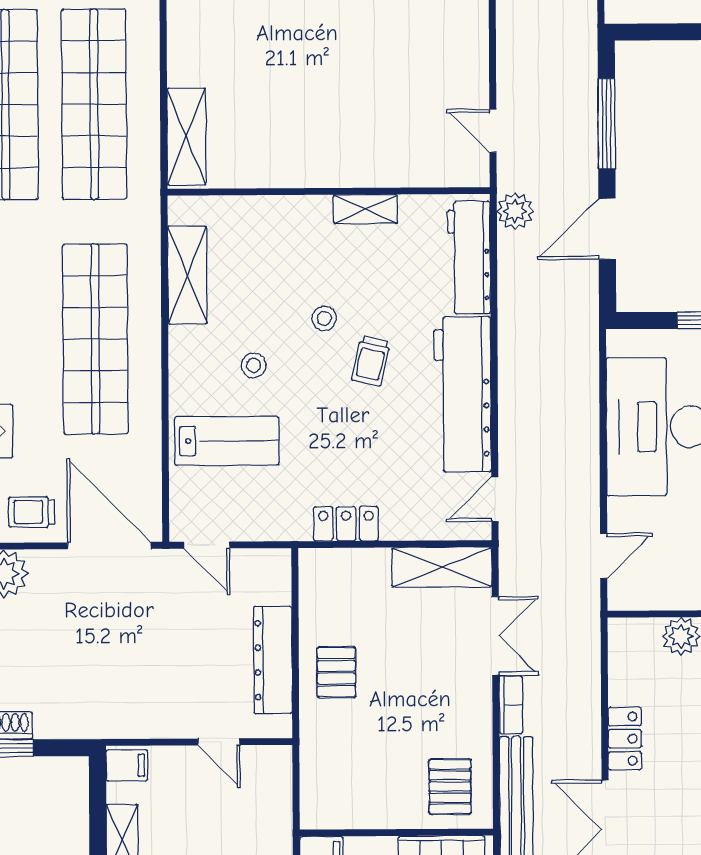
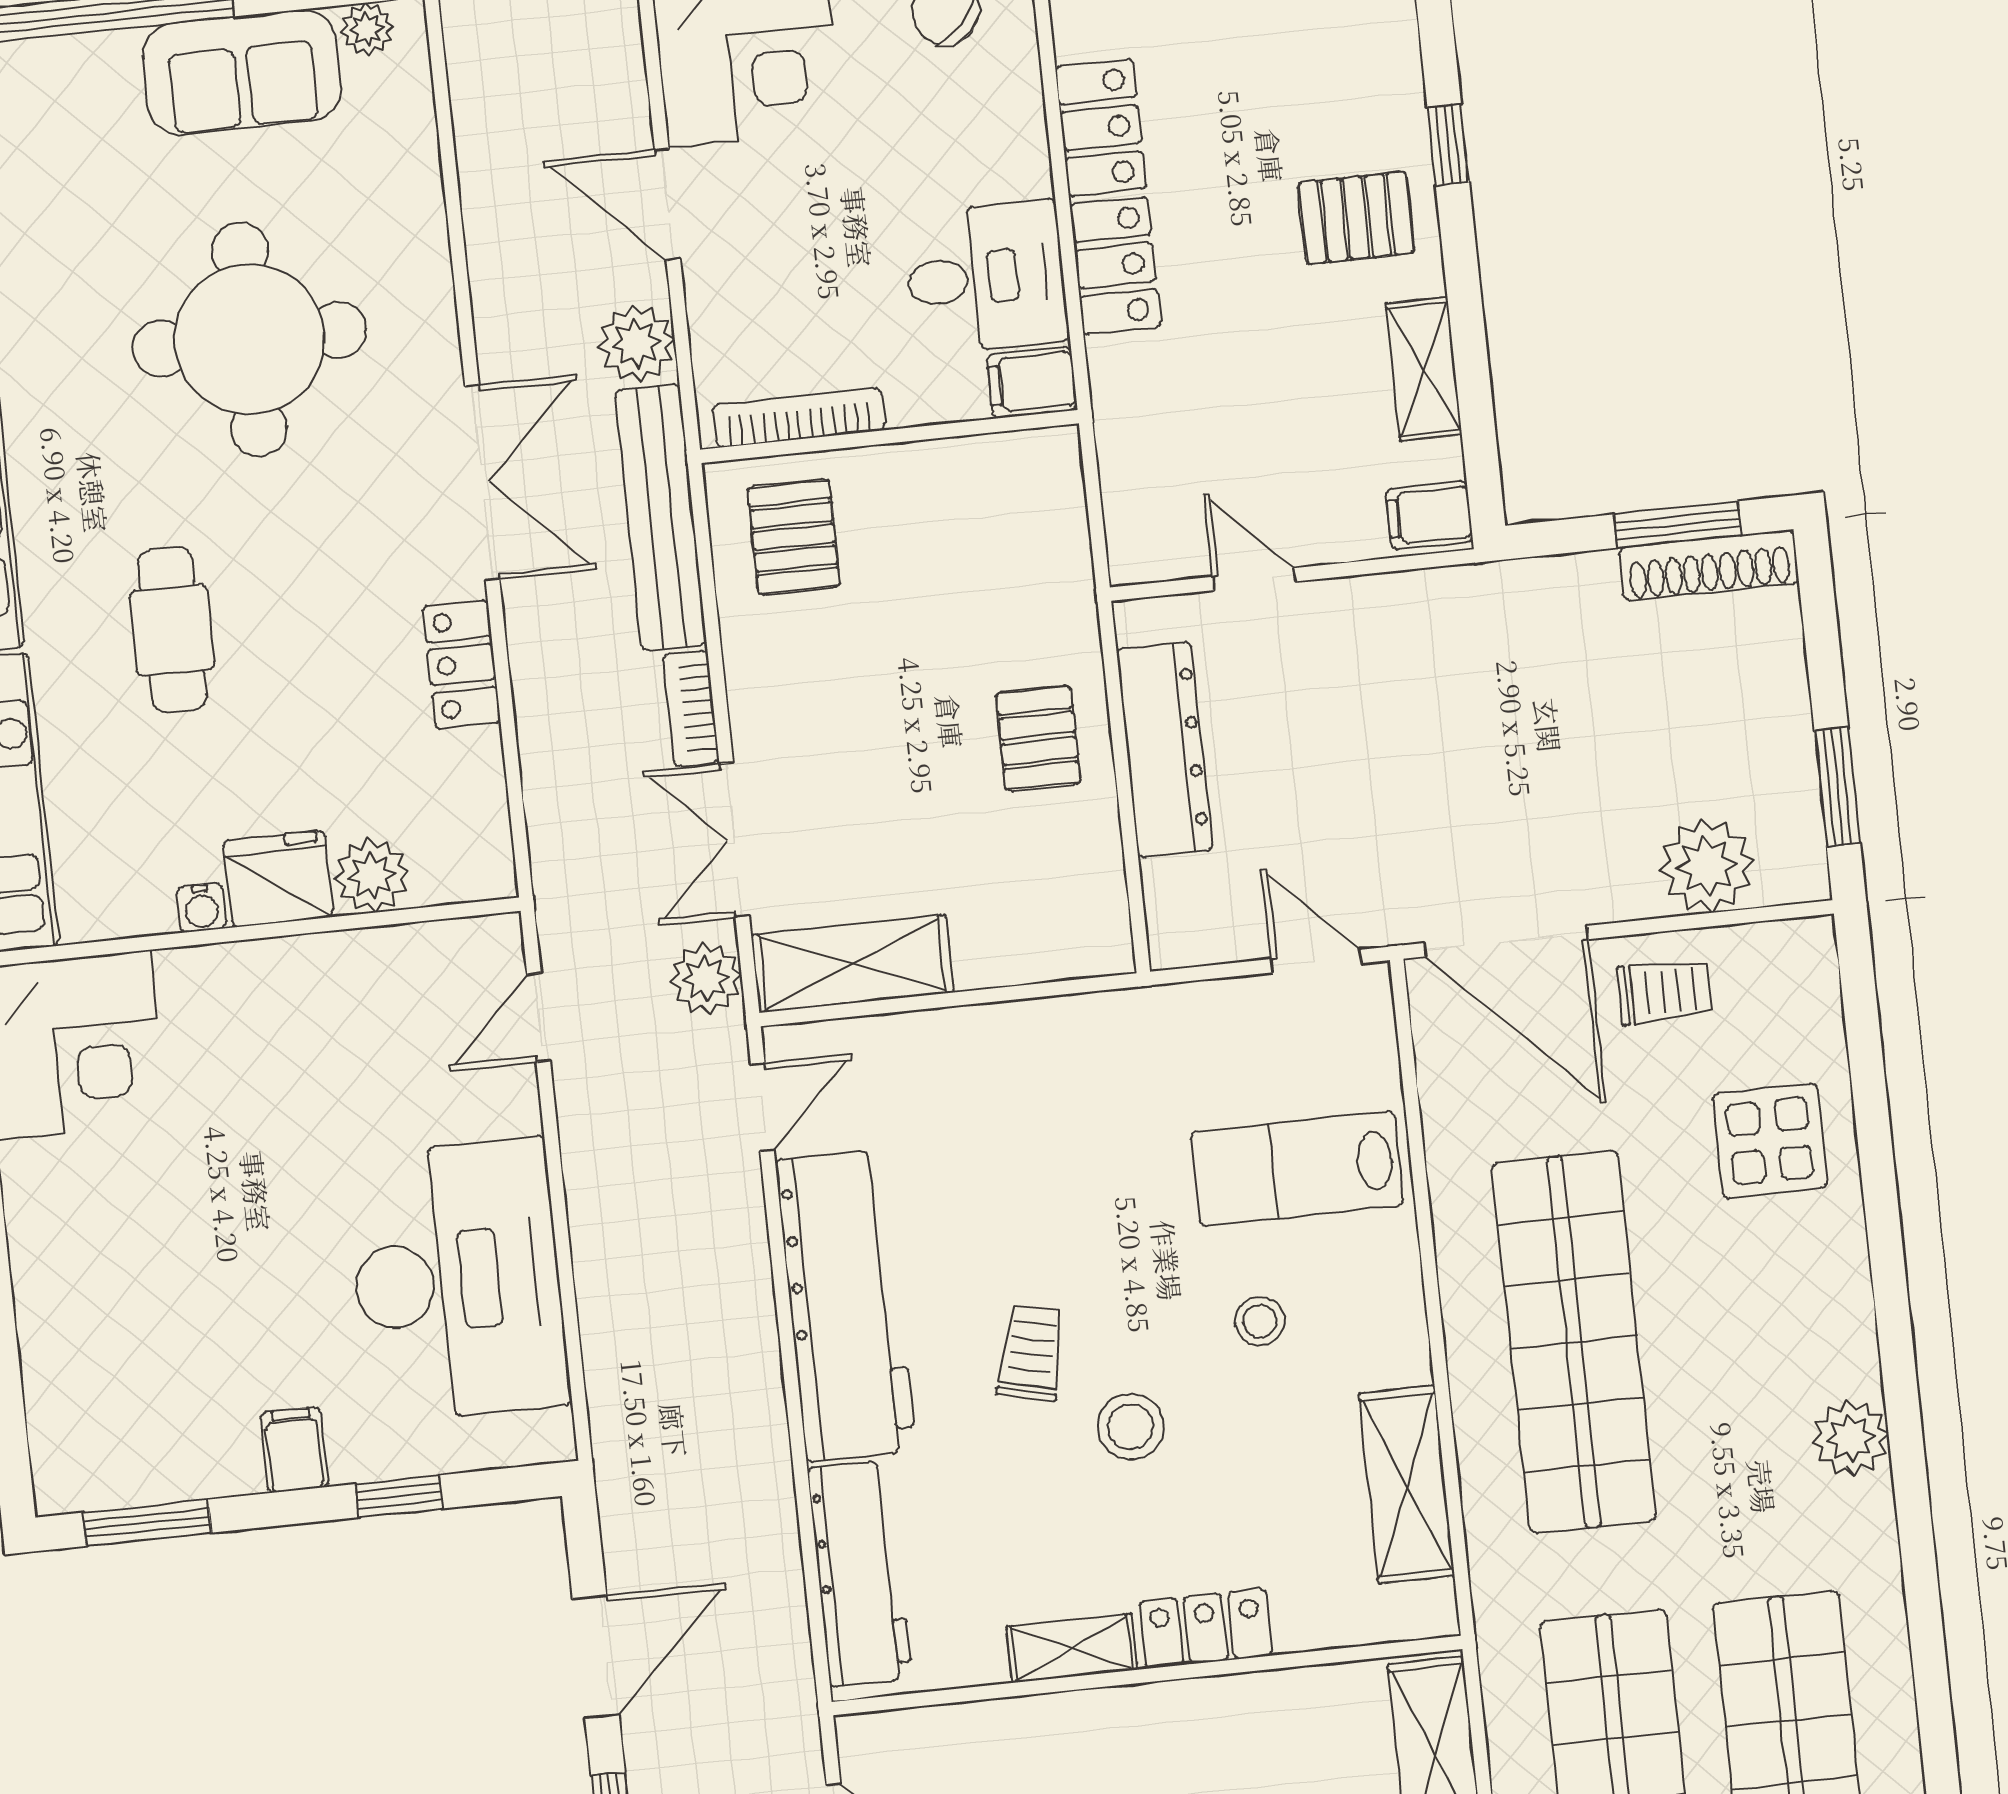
plant: (515, 211) -> (706, 979), moved
stool: (324, 318) -> (1131, 1427), width x1.37, depth x1.37
locker: (346, 524) -> (1206, 1629), moved, turned 180

